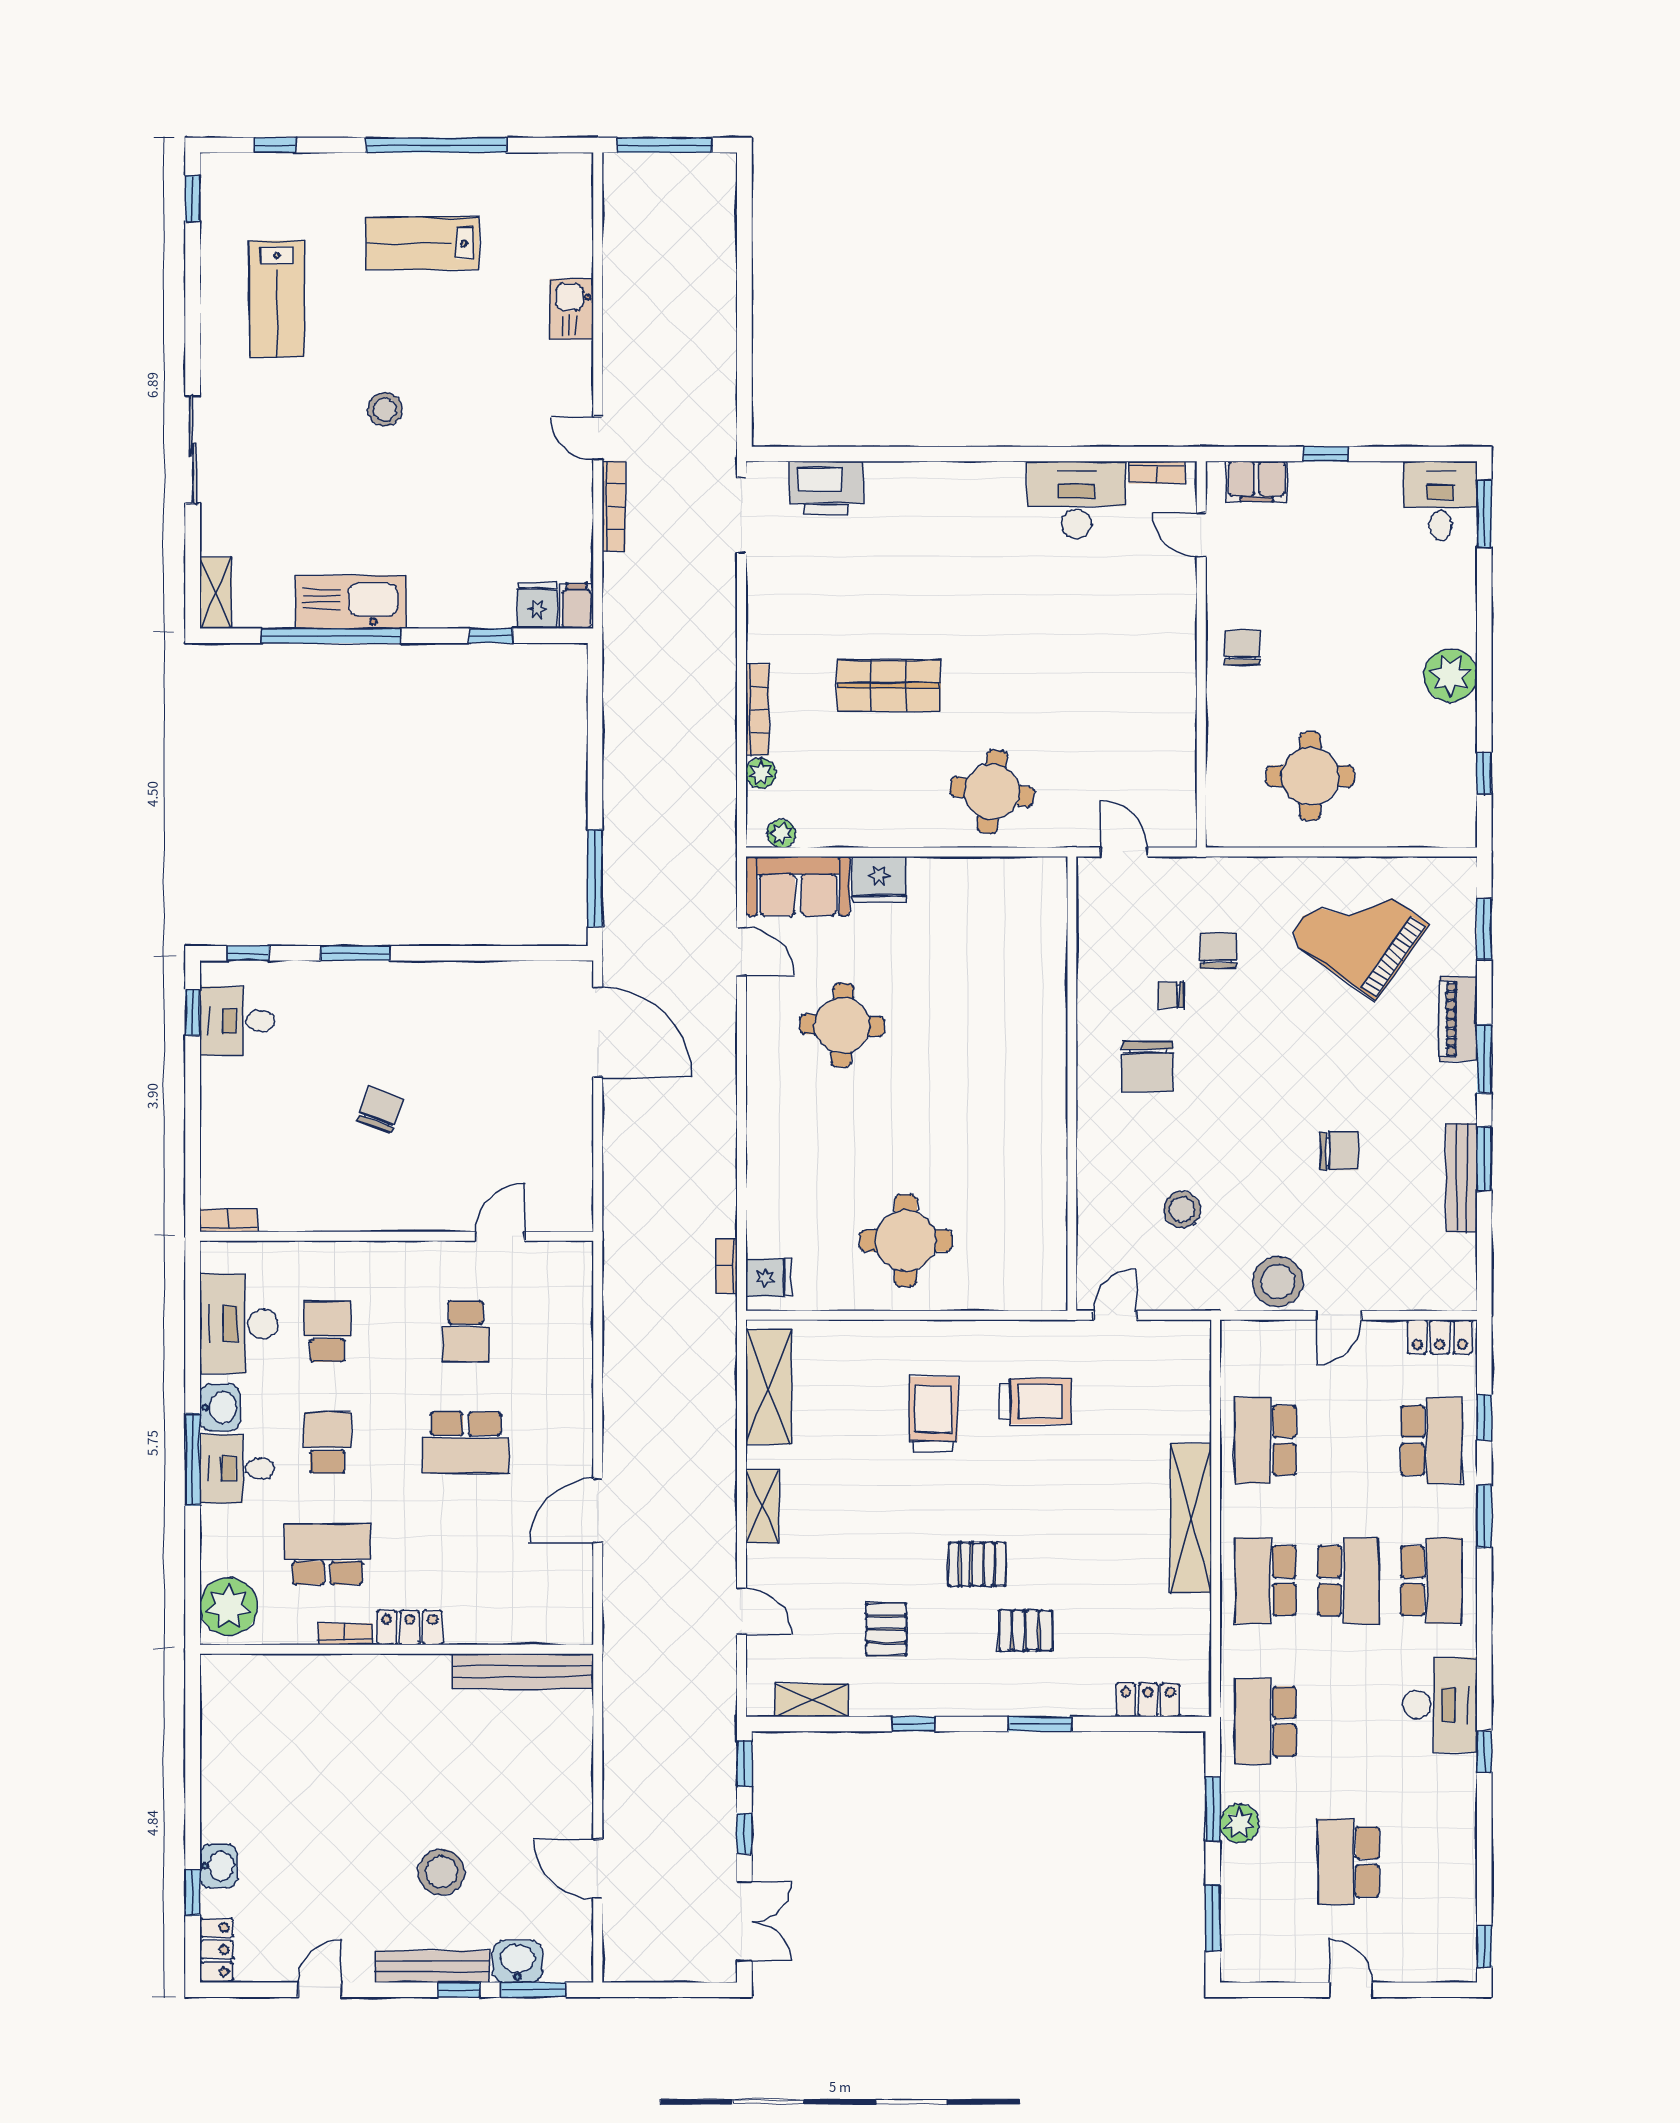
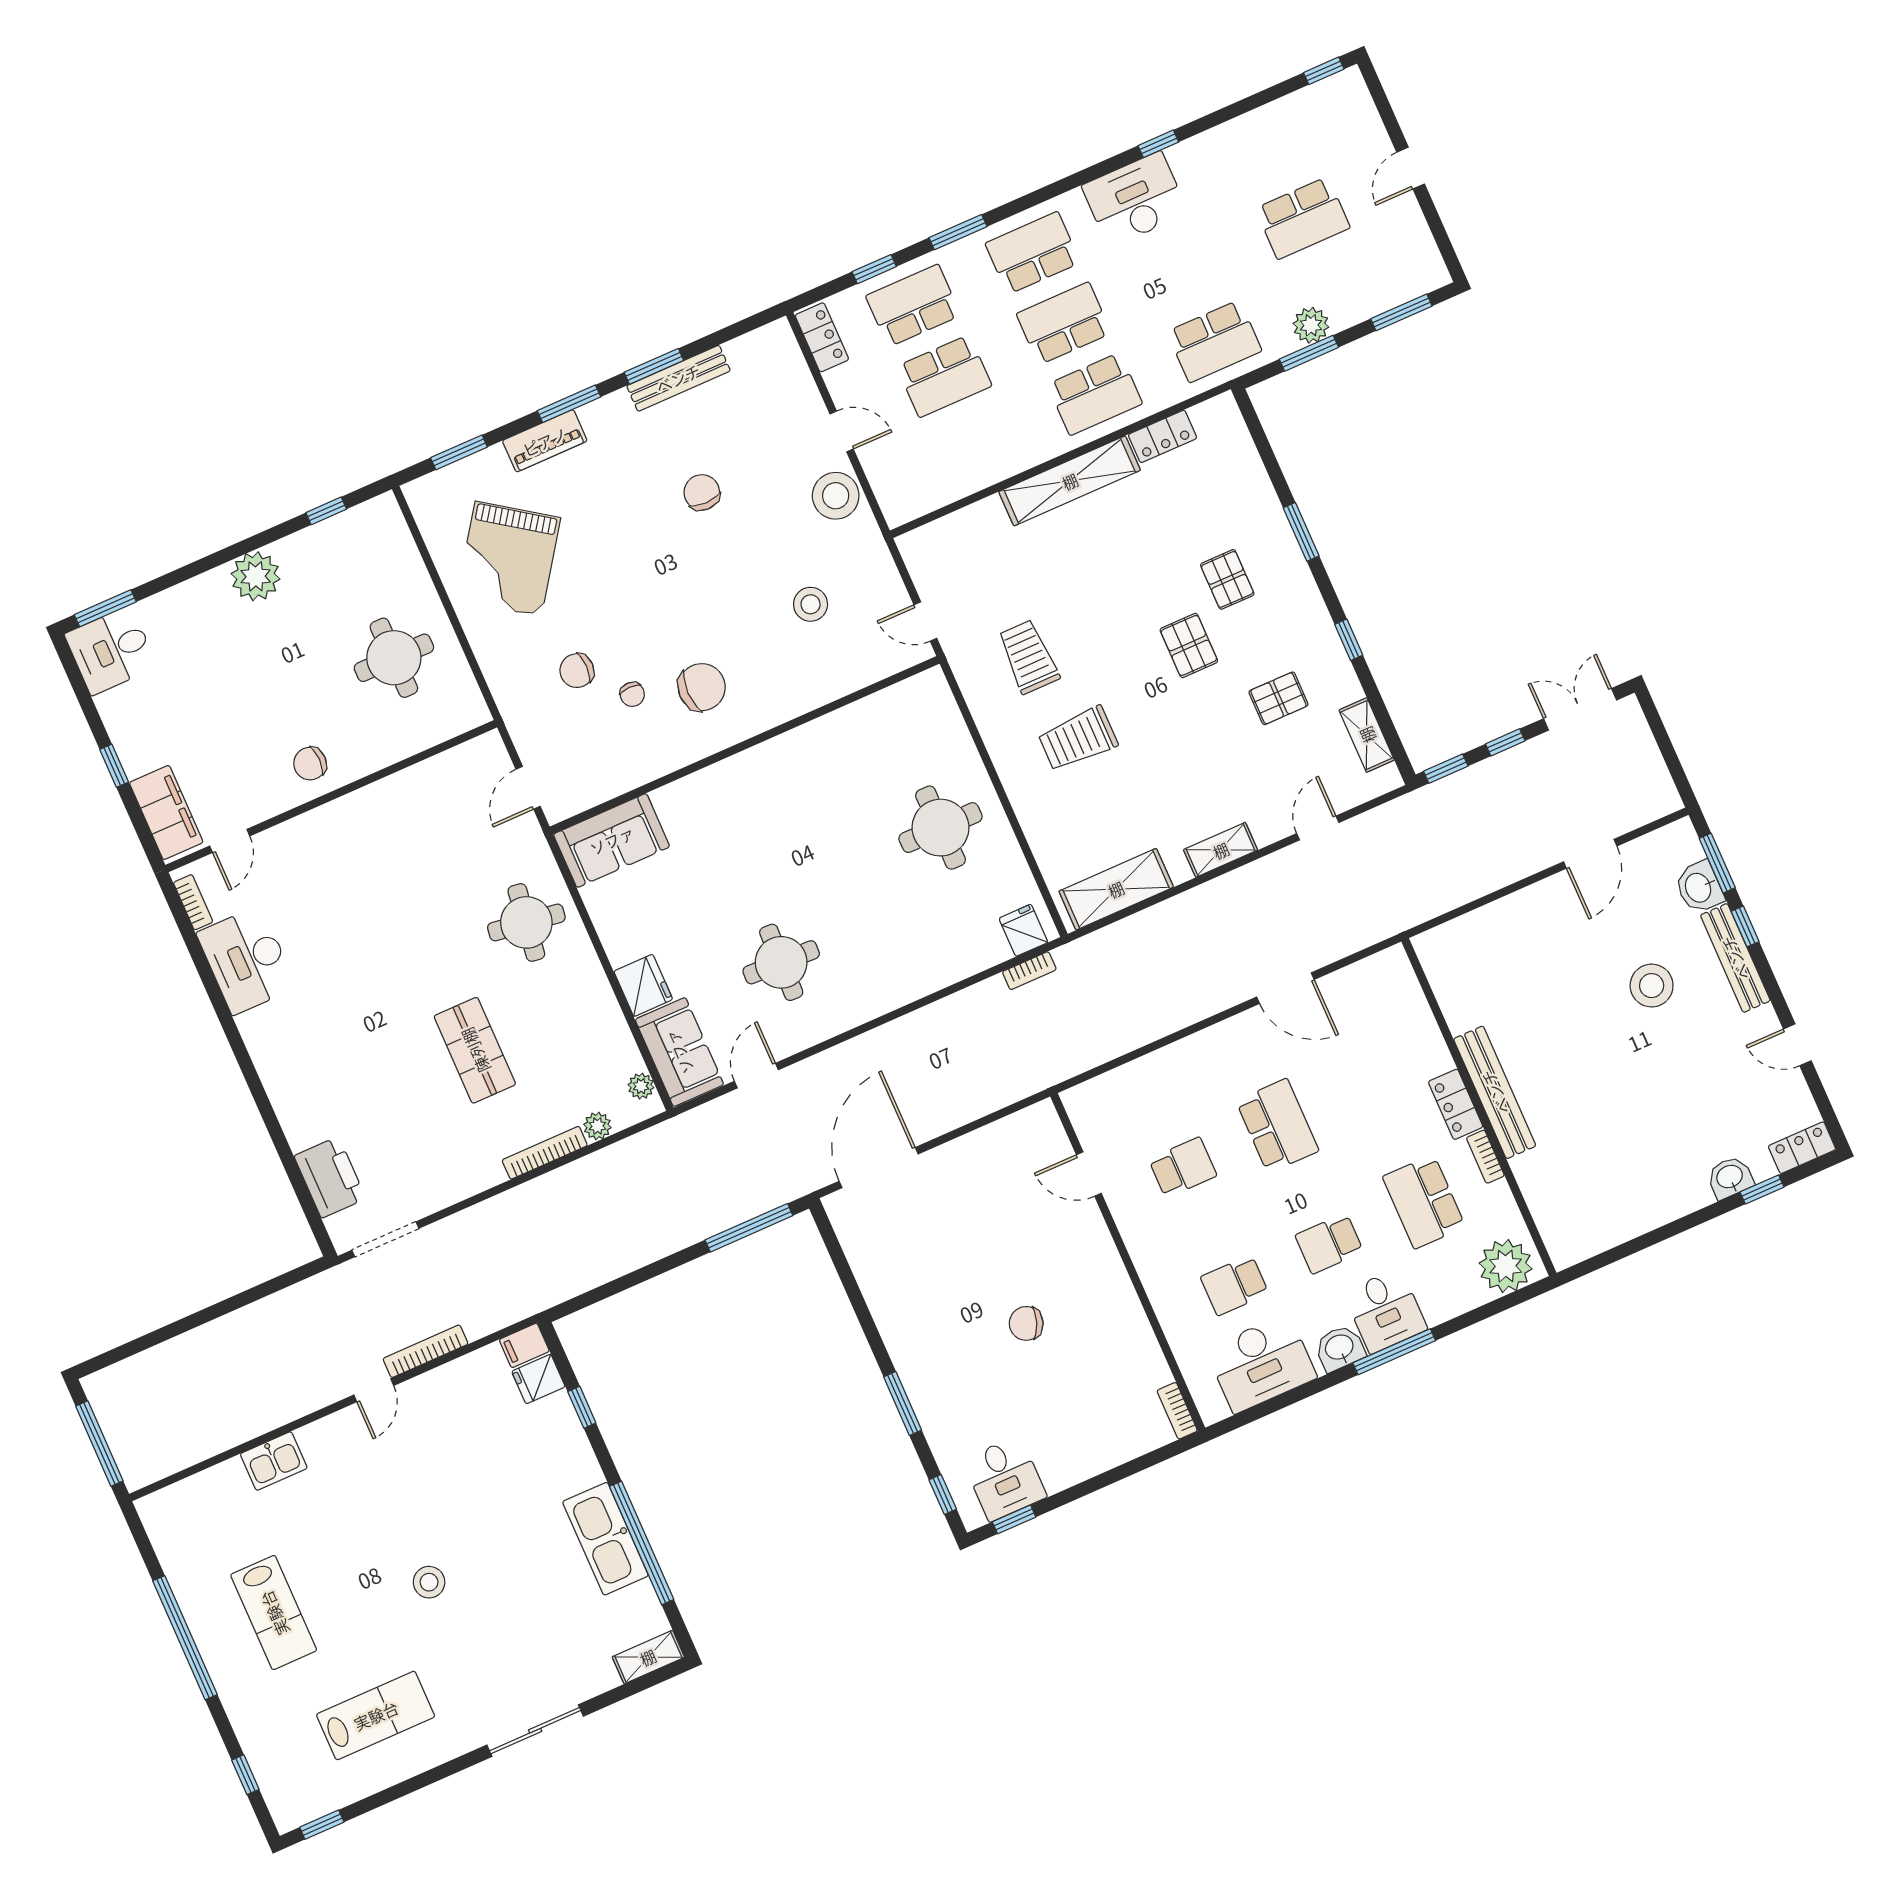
filing cabinet: (1257, 481) -> (166, 812), width x1.50, depth x1.17
sofa: (1036, 911) -> (612, 840), added
school desk: (1265, 1440) -> (944, 376), moved
bench: (523, 1671) -> (1495, 1092), moved
locker: (1148, 1700) -> (1163, 436), moved, turned -90

